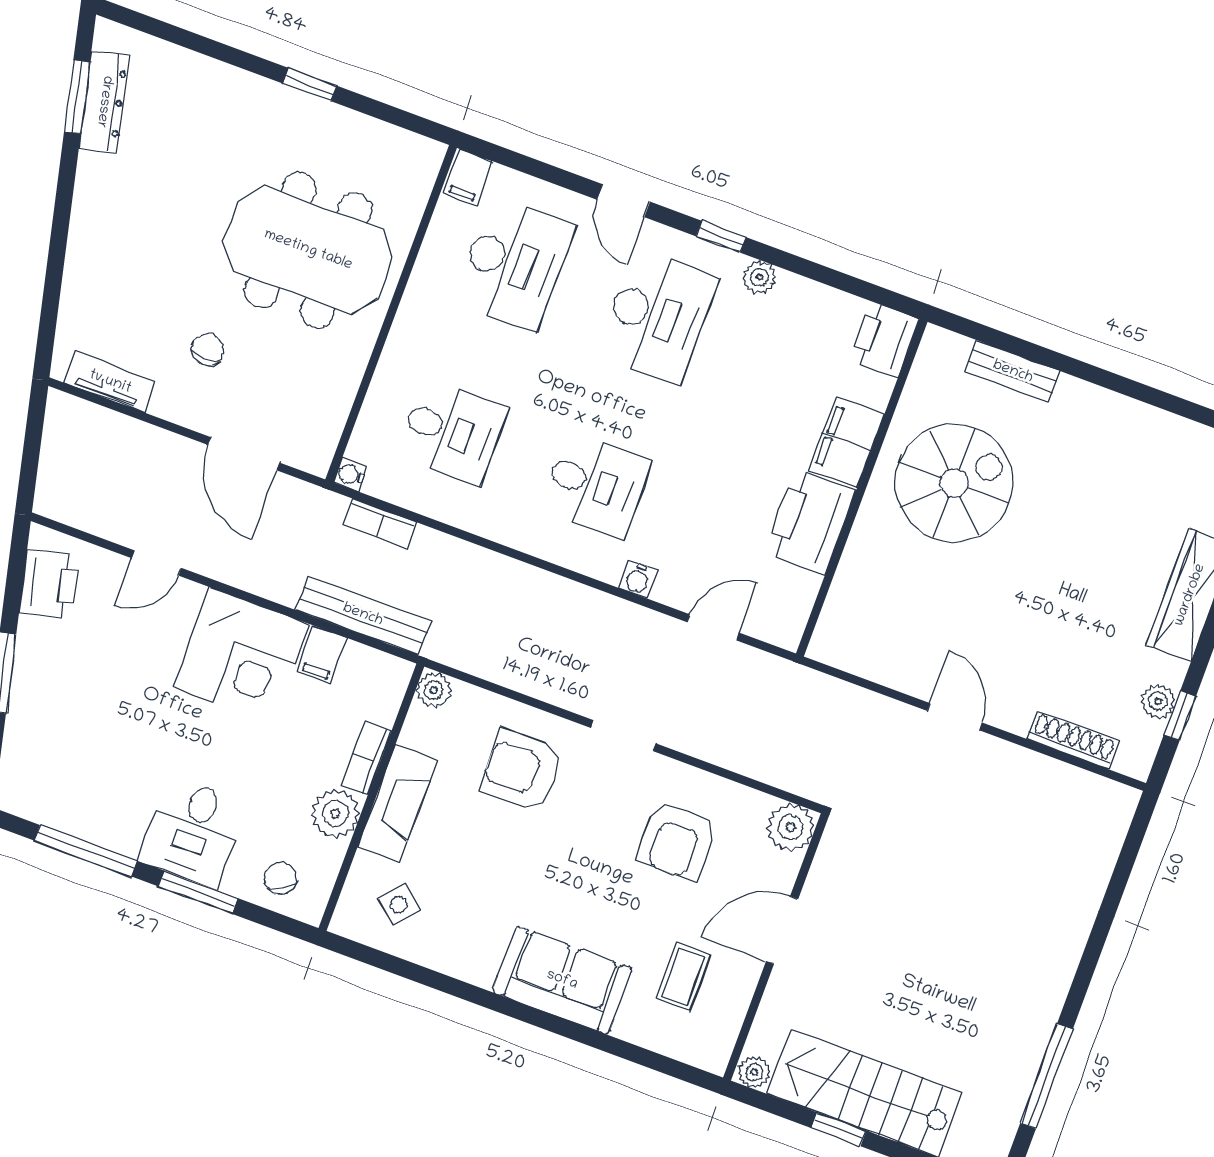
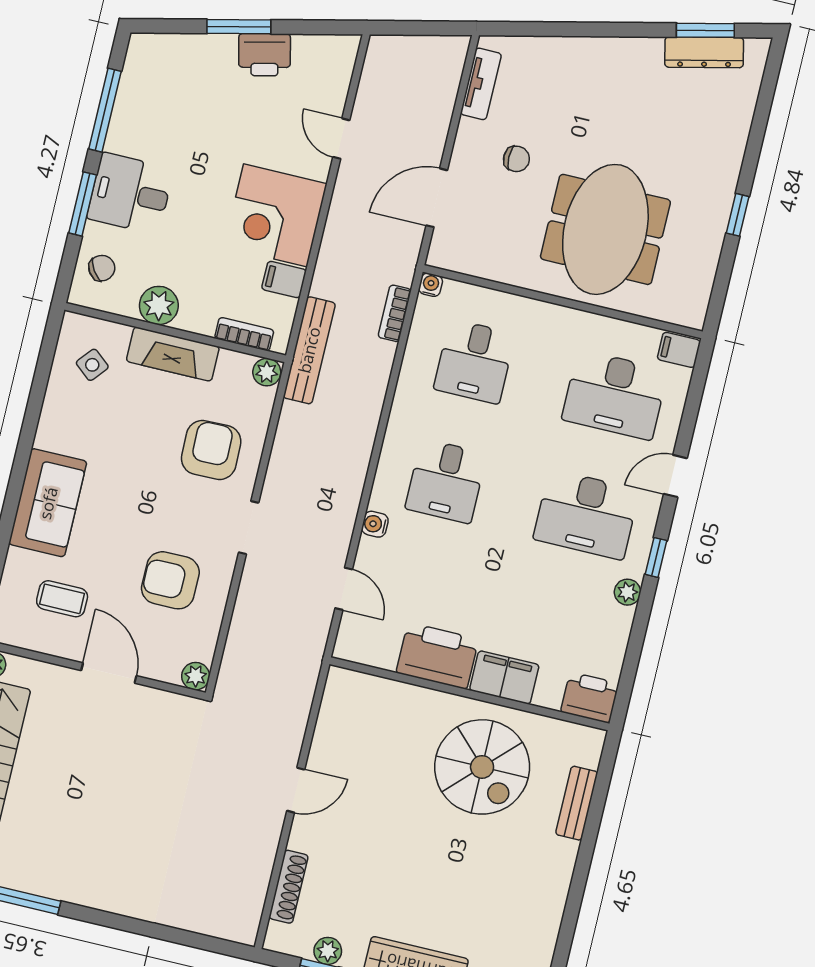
printer: (49, 584) -> (264, 55), moved
bench: (363, 615) -> (309, 350), moved
bookcase: (366, 759) -> (244, 334), moved
plant: (791, 827) -> (196, 676), width x0.73, depth x0.73

